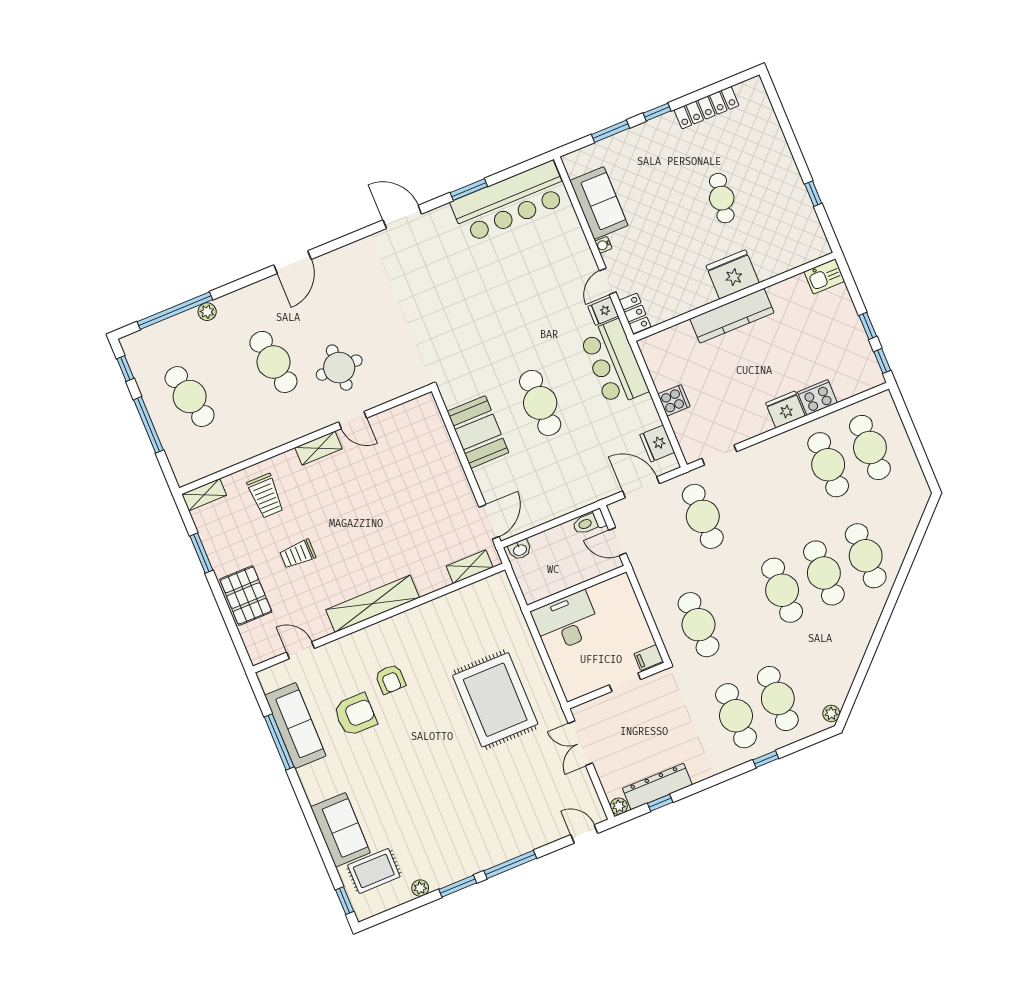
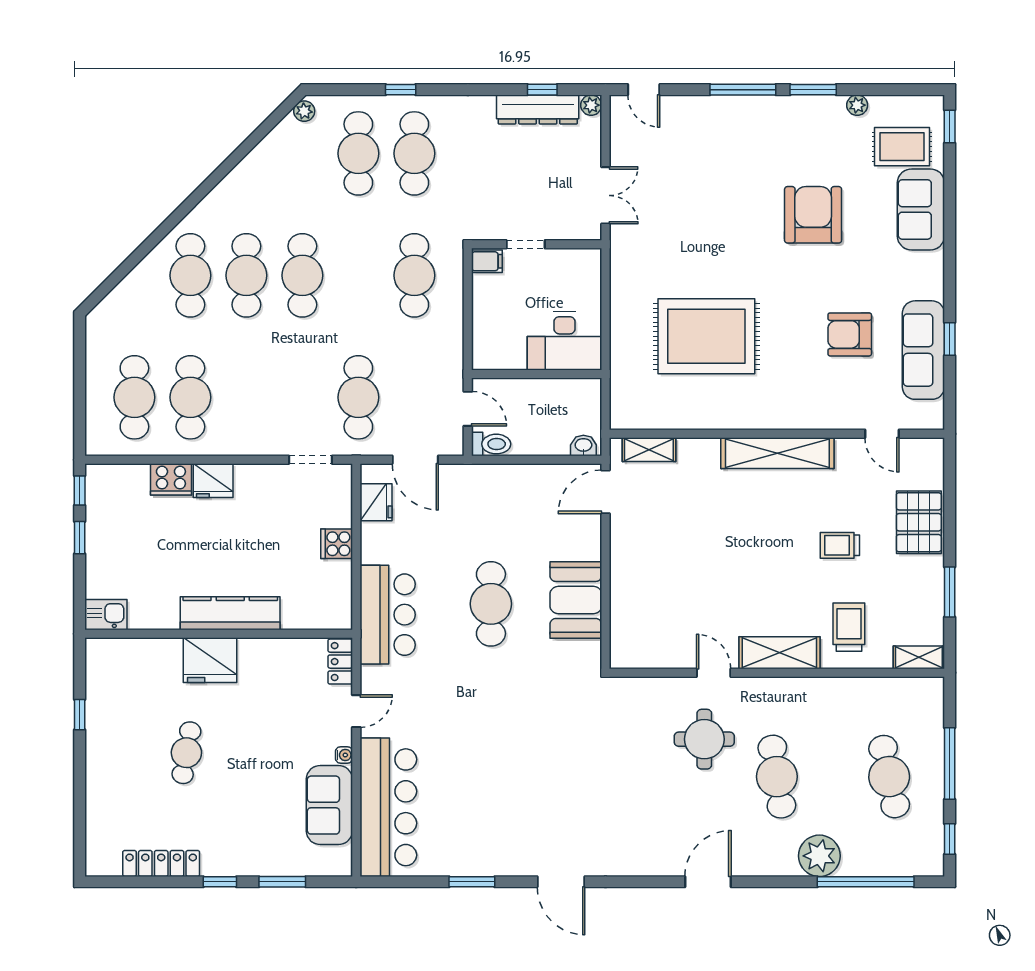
bar counter: (510, 202) -> (388, 807), moved, turned 90
fridge: (603, 311) -> (375, 679), removed
plant: (207, 312) -> (819, 856), width x1.88, depth x1.88
shelving: (319, 448) -> (779, 653), width x1.50, depth x1.33
trolley: (298, 554) -> (840, 545), turned 180
armchair: (390, 679) -> (813, 215), moved, width x1.88, depth x1.88
rug: (495, 700) -> (706, 336), moved, turned 90
window: (279, 742) -> (950, 339), width x0.46

